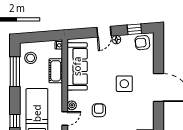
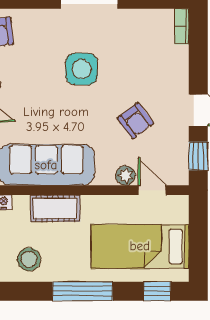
window: (15, 72) -> (83, 291), moved
armchair: (99, 110) -> (135, 121), turned -127

